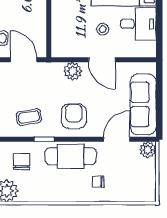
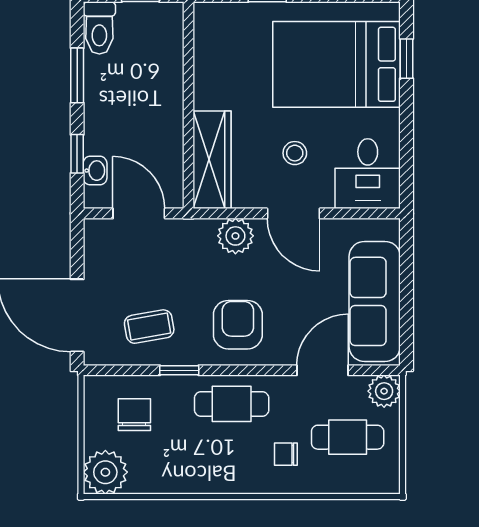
desk: (138, 24) -> (368, 174), moved, turned 90
wardrobe: (61, 33) -> (212, 160), added
cafe table: (71, 156) -> (232, 404), width x0.73, depth x0.74
cafe table: (129, 173) -> (348, 437), added

